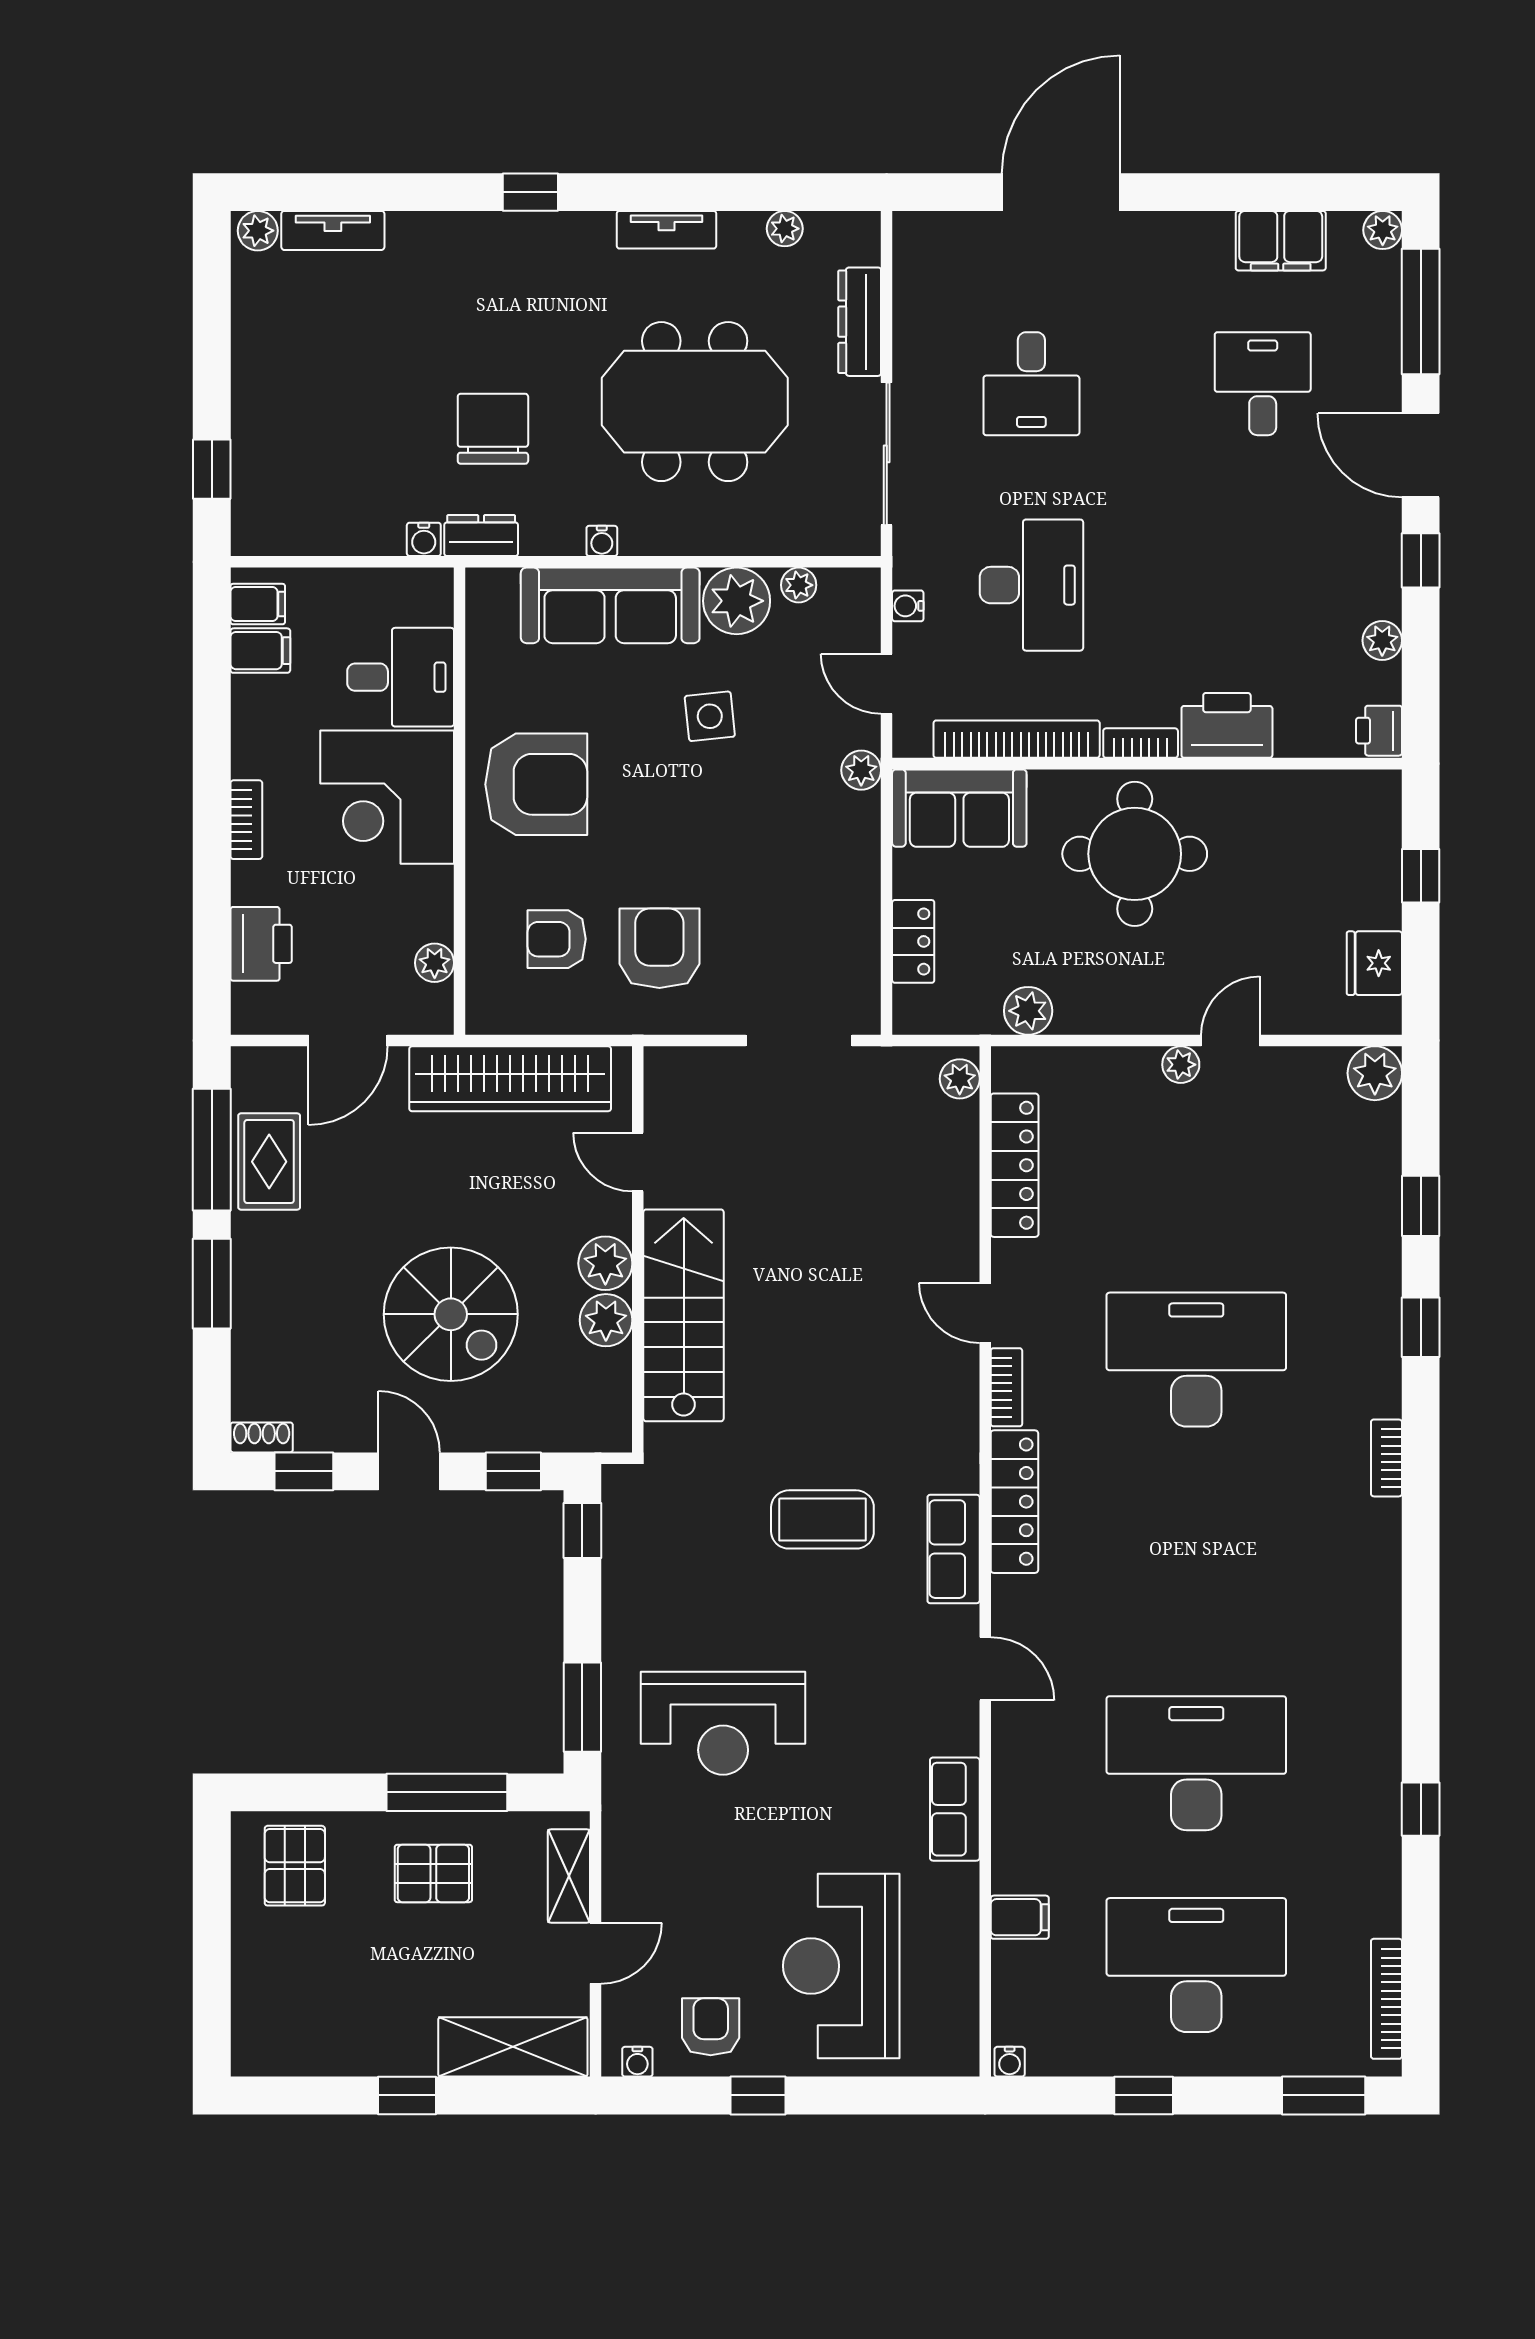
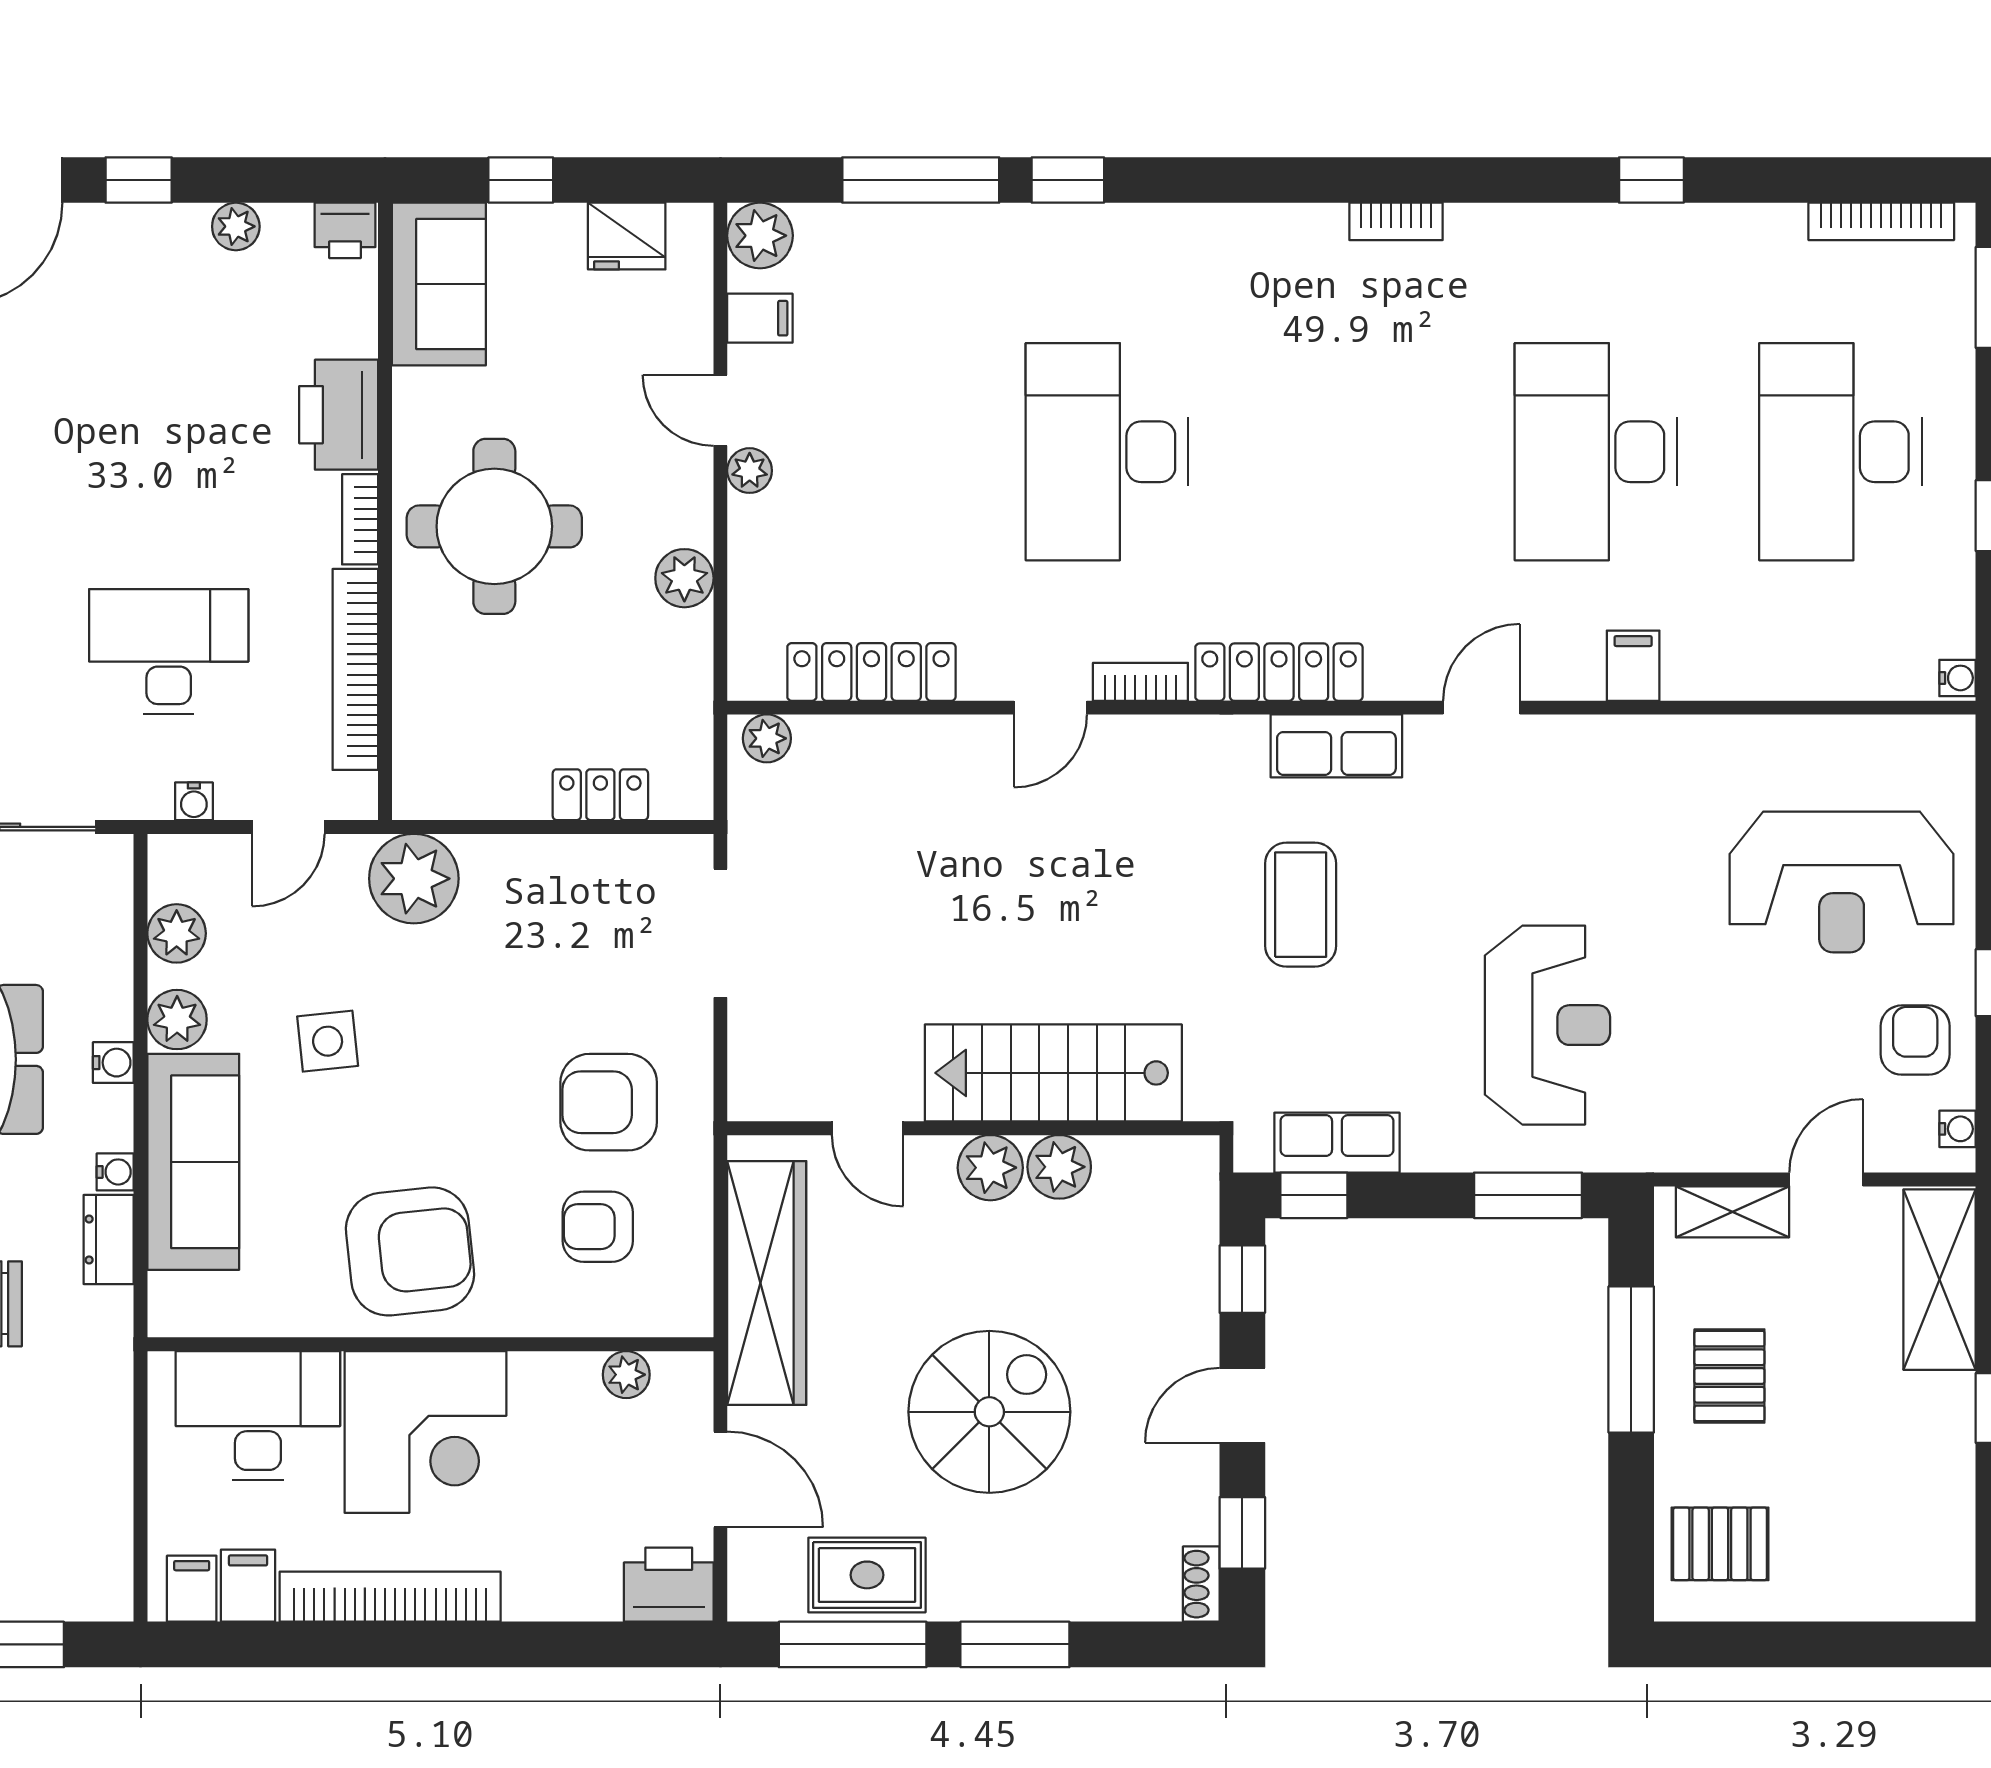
dresser: (481, 536) -> (109, 1239), moved
water cooler: (424, 539) -> (113, 1063), moved
plant: (799, 585) -> (177, 933), width x1.38, depth x1.38
plant: (737, 601) -> (177, 1020), width x0.73, depth x0.73
desk: (401, 677) -> (258, 1416), width x1.37
plant: (861, 770) -> (414, 879), width x1.88, depth x1.88
armchair: (536, 784) -> (410, 1251), turned 84
sofa: (959, 808) -> (439, 284), moved
bookcase: (246, 820) -> (390, 1597), width x2.31, depth x1.31
armchair: (557, 939) -> (598, 1227), turned 90
printer: (261, 944) -> (669, 1585), moved
plant: (1028, 1011) -> (684, 578), moved
filing cabinet: (1307, 1073) -> (760, 318), added
door: (638, 1162) -> (868, 1128), hinge flipped
window: (1421, 1206) -> (921, 180), width x2.17
spiral stairs: (451, 1314) -> (989, 1412), moved
bookcase: (1386, 1458) -> (1396, 221), moved
row of seats: (955, 1809) -> (1337, 1143), moved, turned 180
filing cabinet: (1020, 1917) -> (1633, 666), moved
door: (596, 1953) -> (1826, 1179), hinge flipped
armchair: (711, 2027) -> (1915, 1040), turned 90

